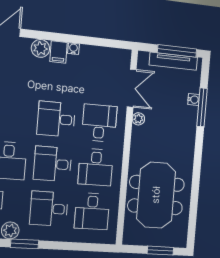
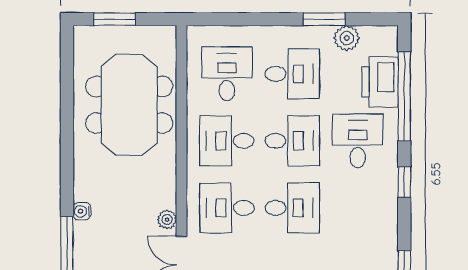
water cooler: (194, 99) -> (82, 211), moved
desk: (99, 123) -> (227, 208), turned 90
desk: (96, 167) -> (227, 141), turned -90

